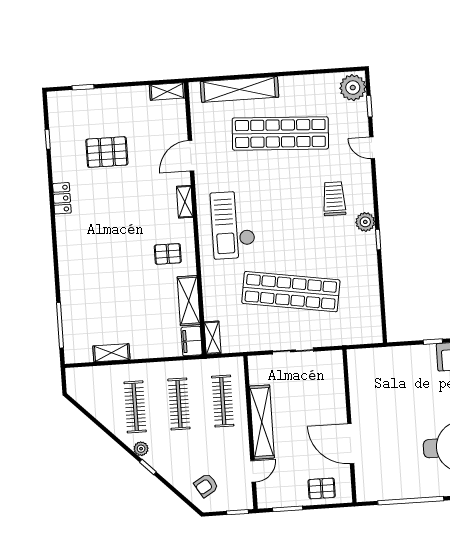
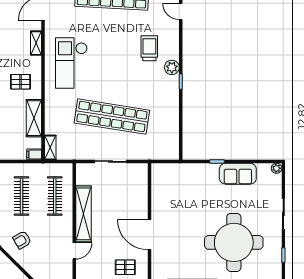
filing cabinet: (192, 341) -> (34, 154), width x0.50
armchair: (206, 485) -> (22, 240), moved

